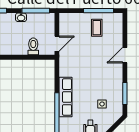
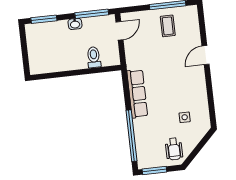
door: (57, 44) -> (119, 31), moved
window: (125, 93) -> (211, 101), removed
row of seats: (65, 97) -> (137, 94), moved

